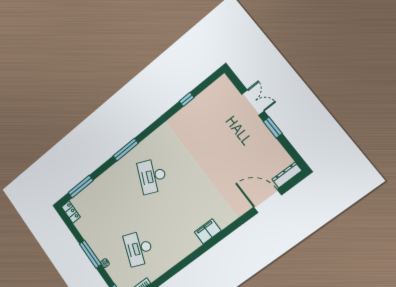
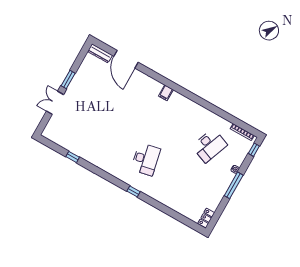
window: (126, 150) -> (133, 191), width x0.46
desk: (152, 176) -> (146, 159), turned -36
window: (81, 187) -> (181, 218), removed
filing cabinet: (208, 231) -> (166, 93), width x0.50

